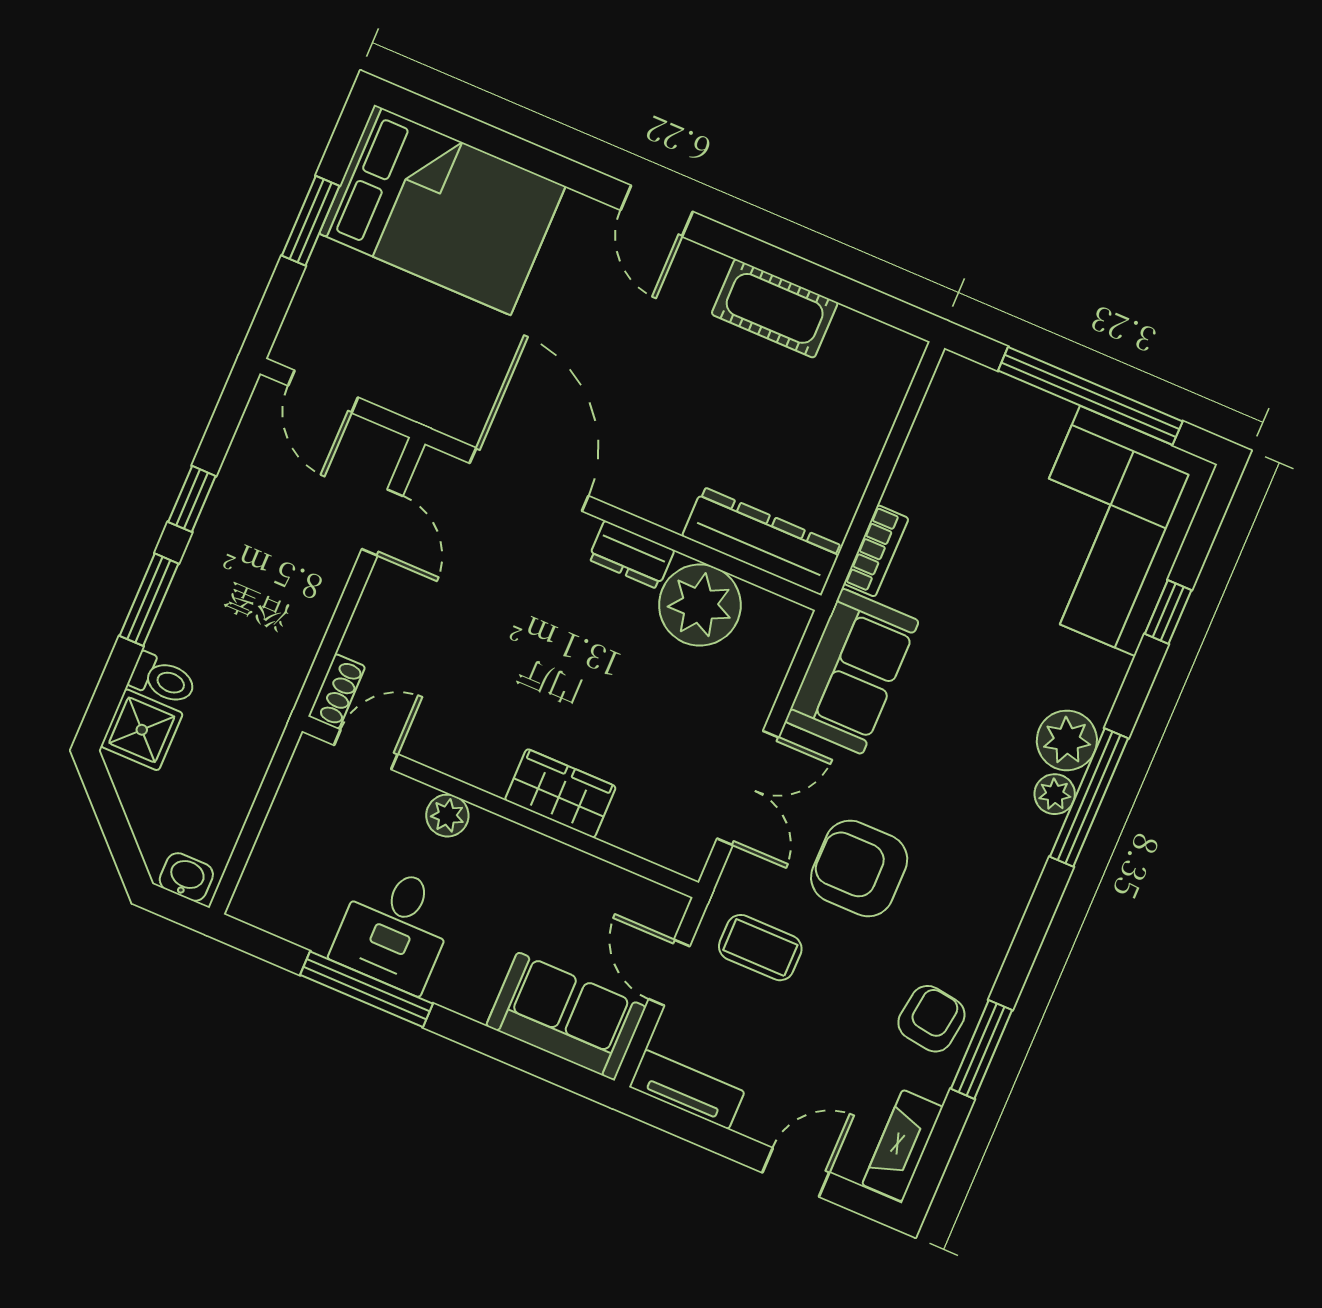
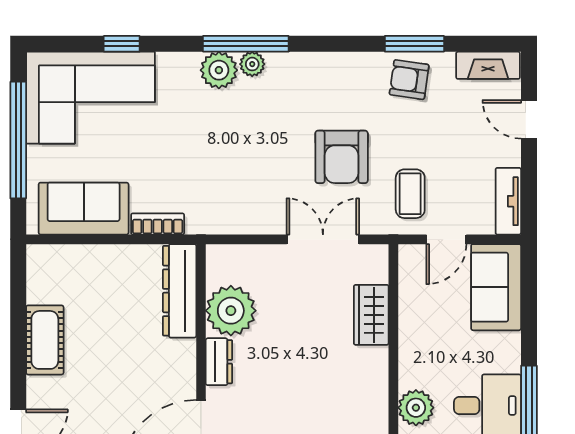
sofa: (852, 671) -> (84, 209), moved
wardrobe: (560, 793) -> (371, 315), moved
plant: (447, 816) -> (416, 408), width x1.38, depth x1.38

